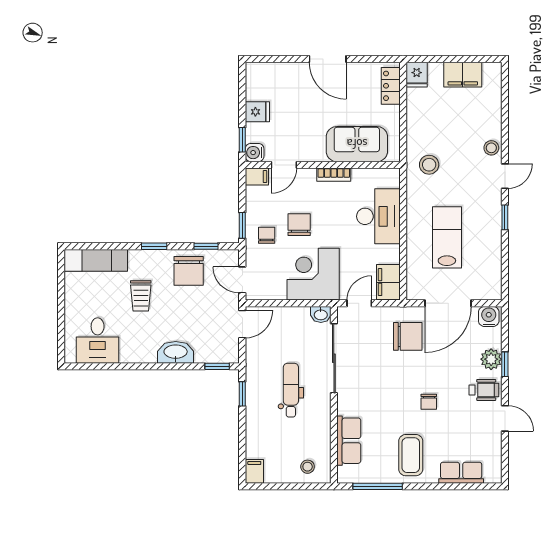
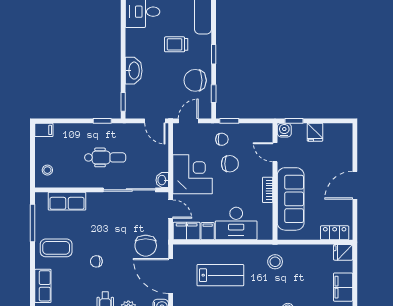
sofa: (357, 144) -> (291, 199), width x1.36
filing cabinet: (257, 177) -> (208, 231), moved, turned 180

